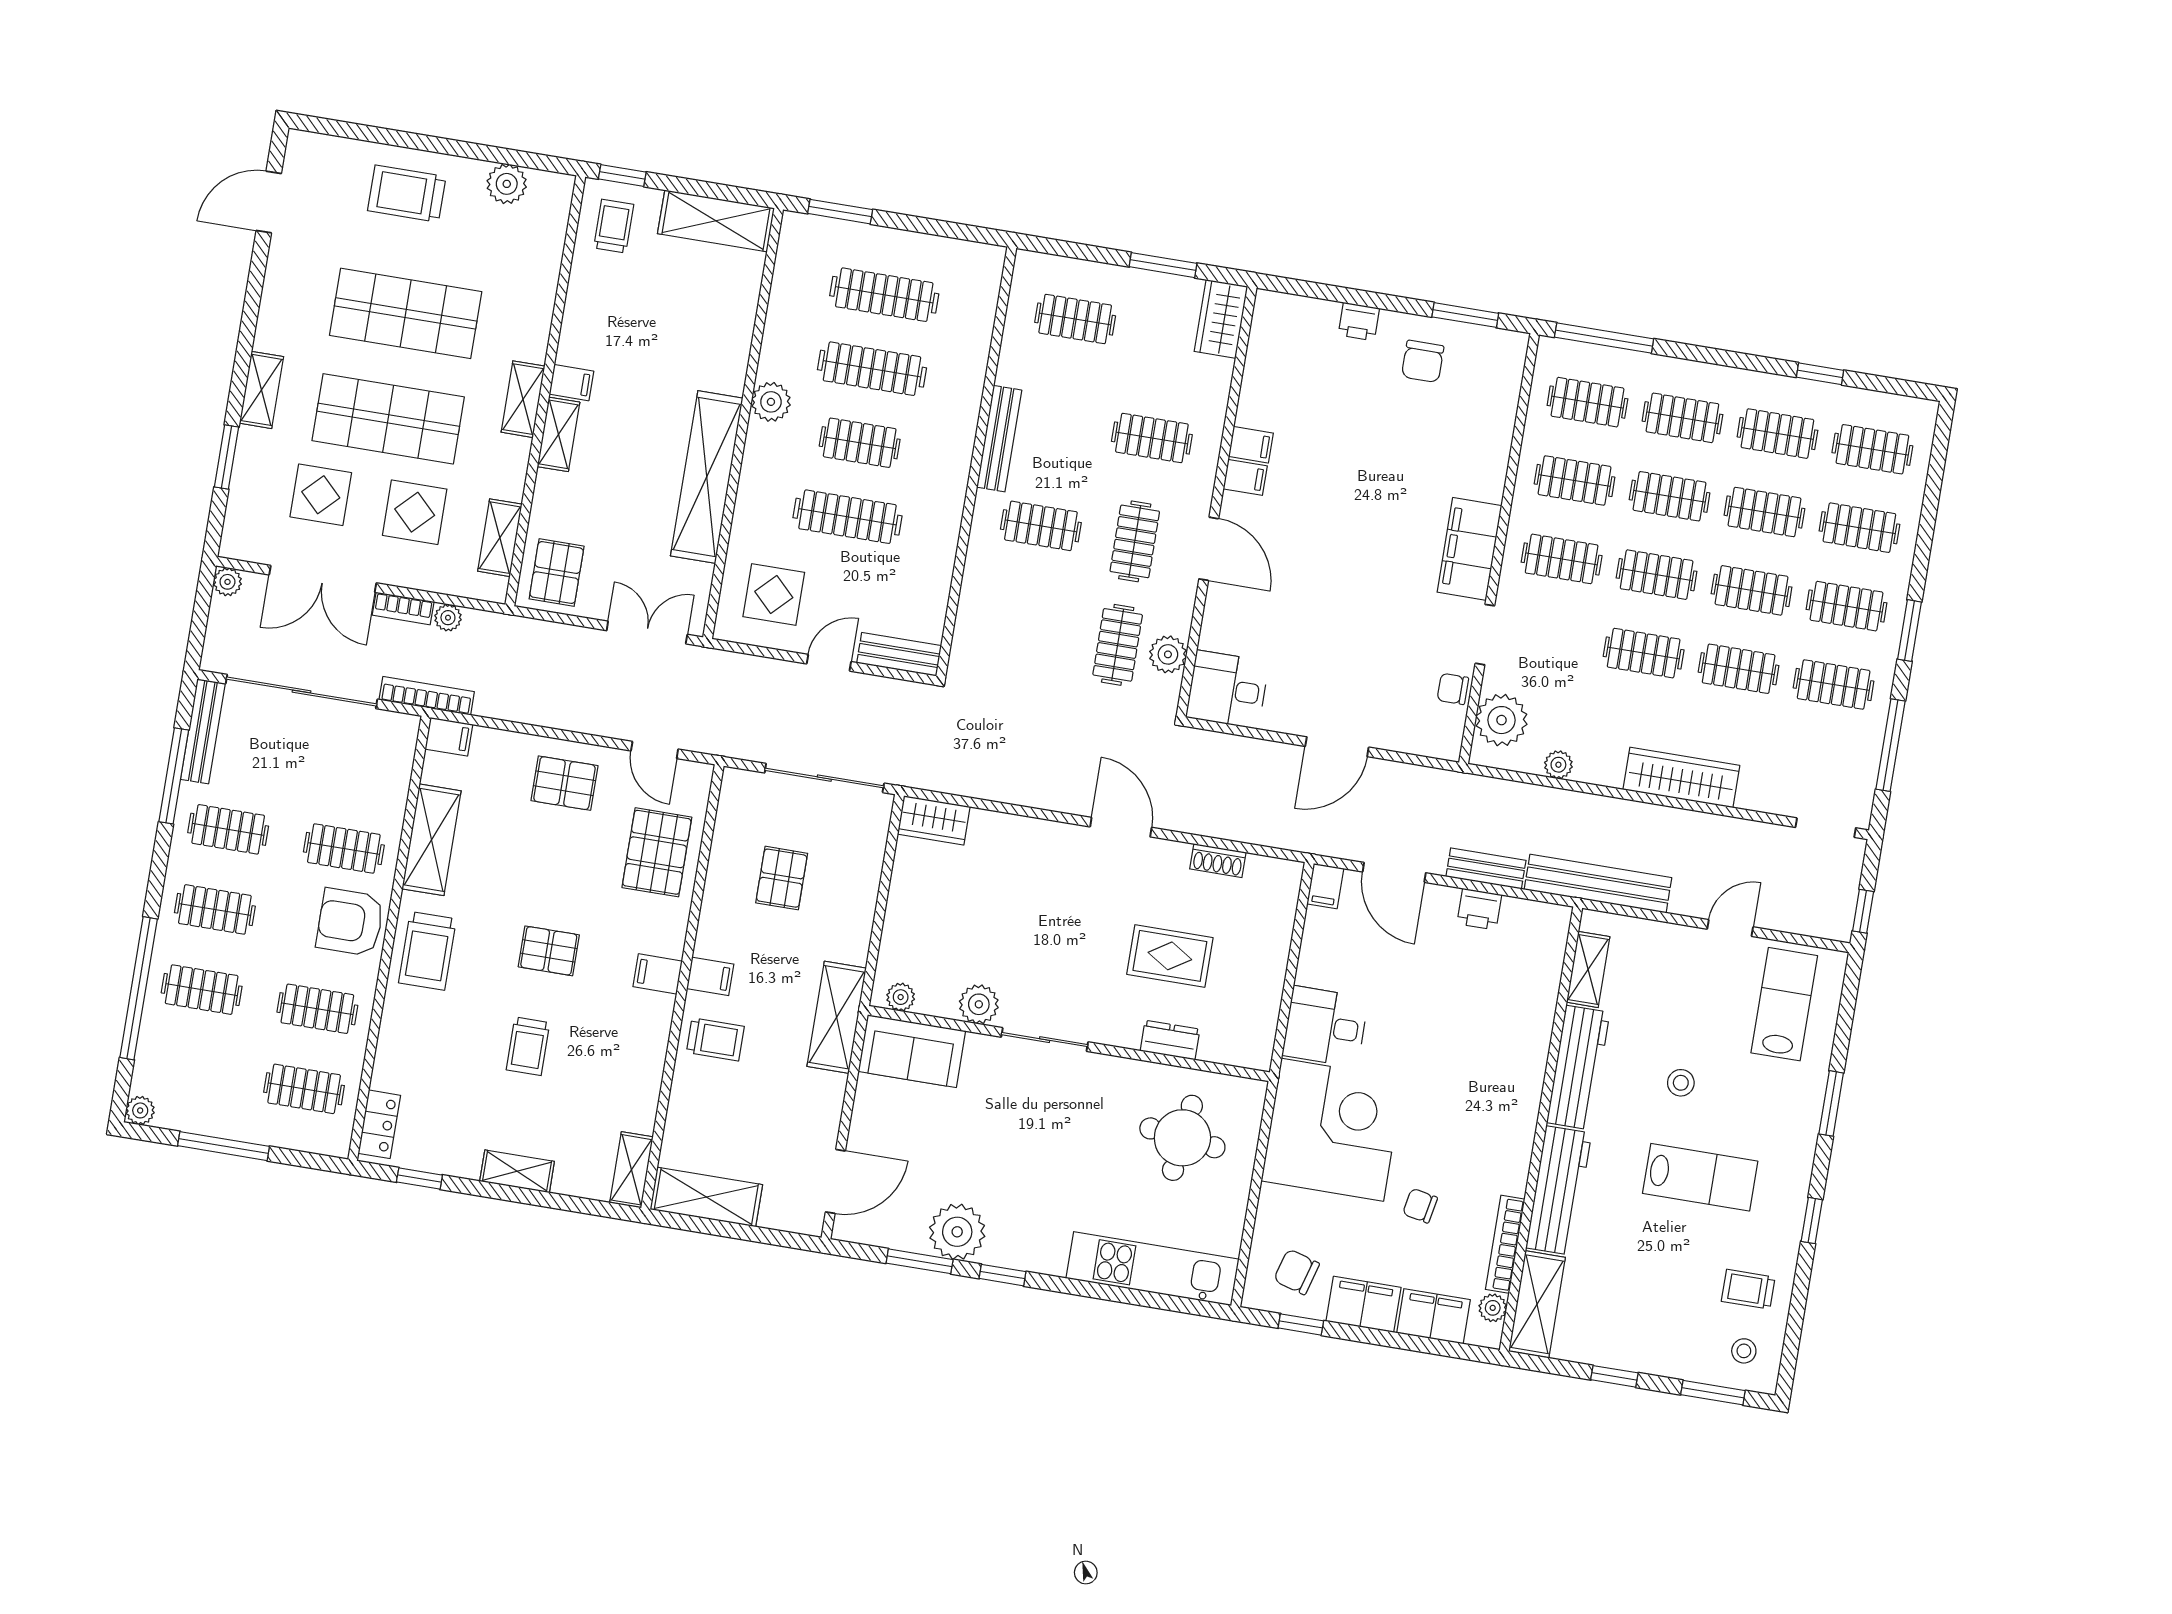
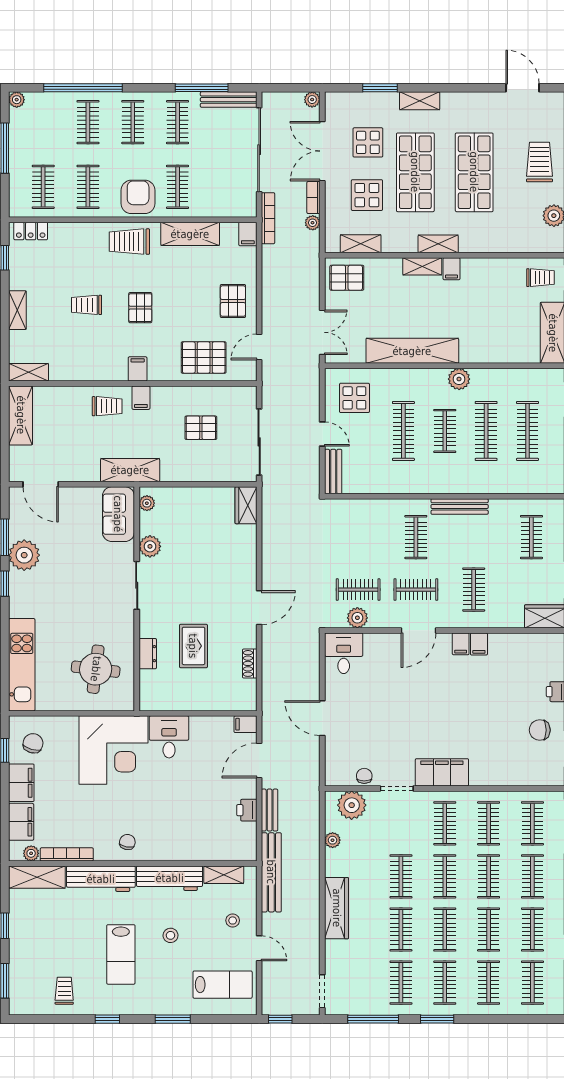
trolley: (715, 1039) -> (107, 406), turned -90
chair: (1420, 1206) -> (127, 842), moved
stool: (1744, 1351) -> (233, 920), moved

